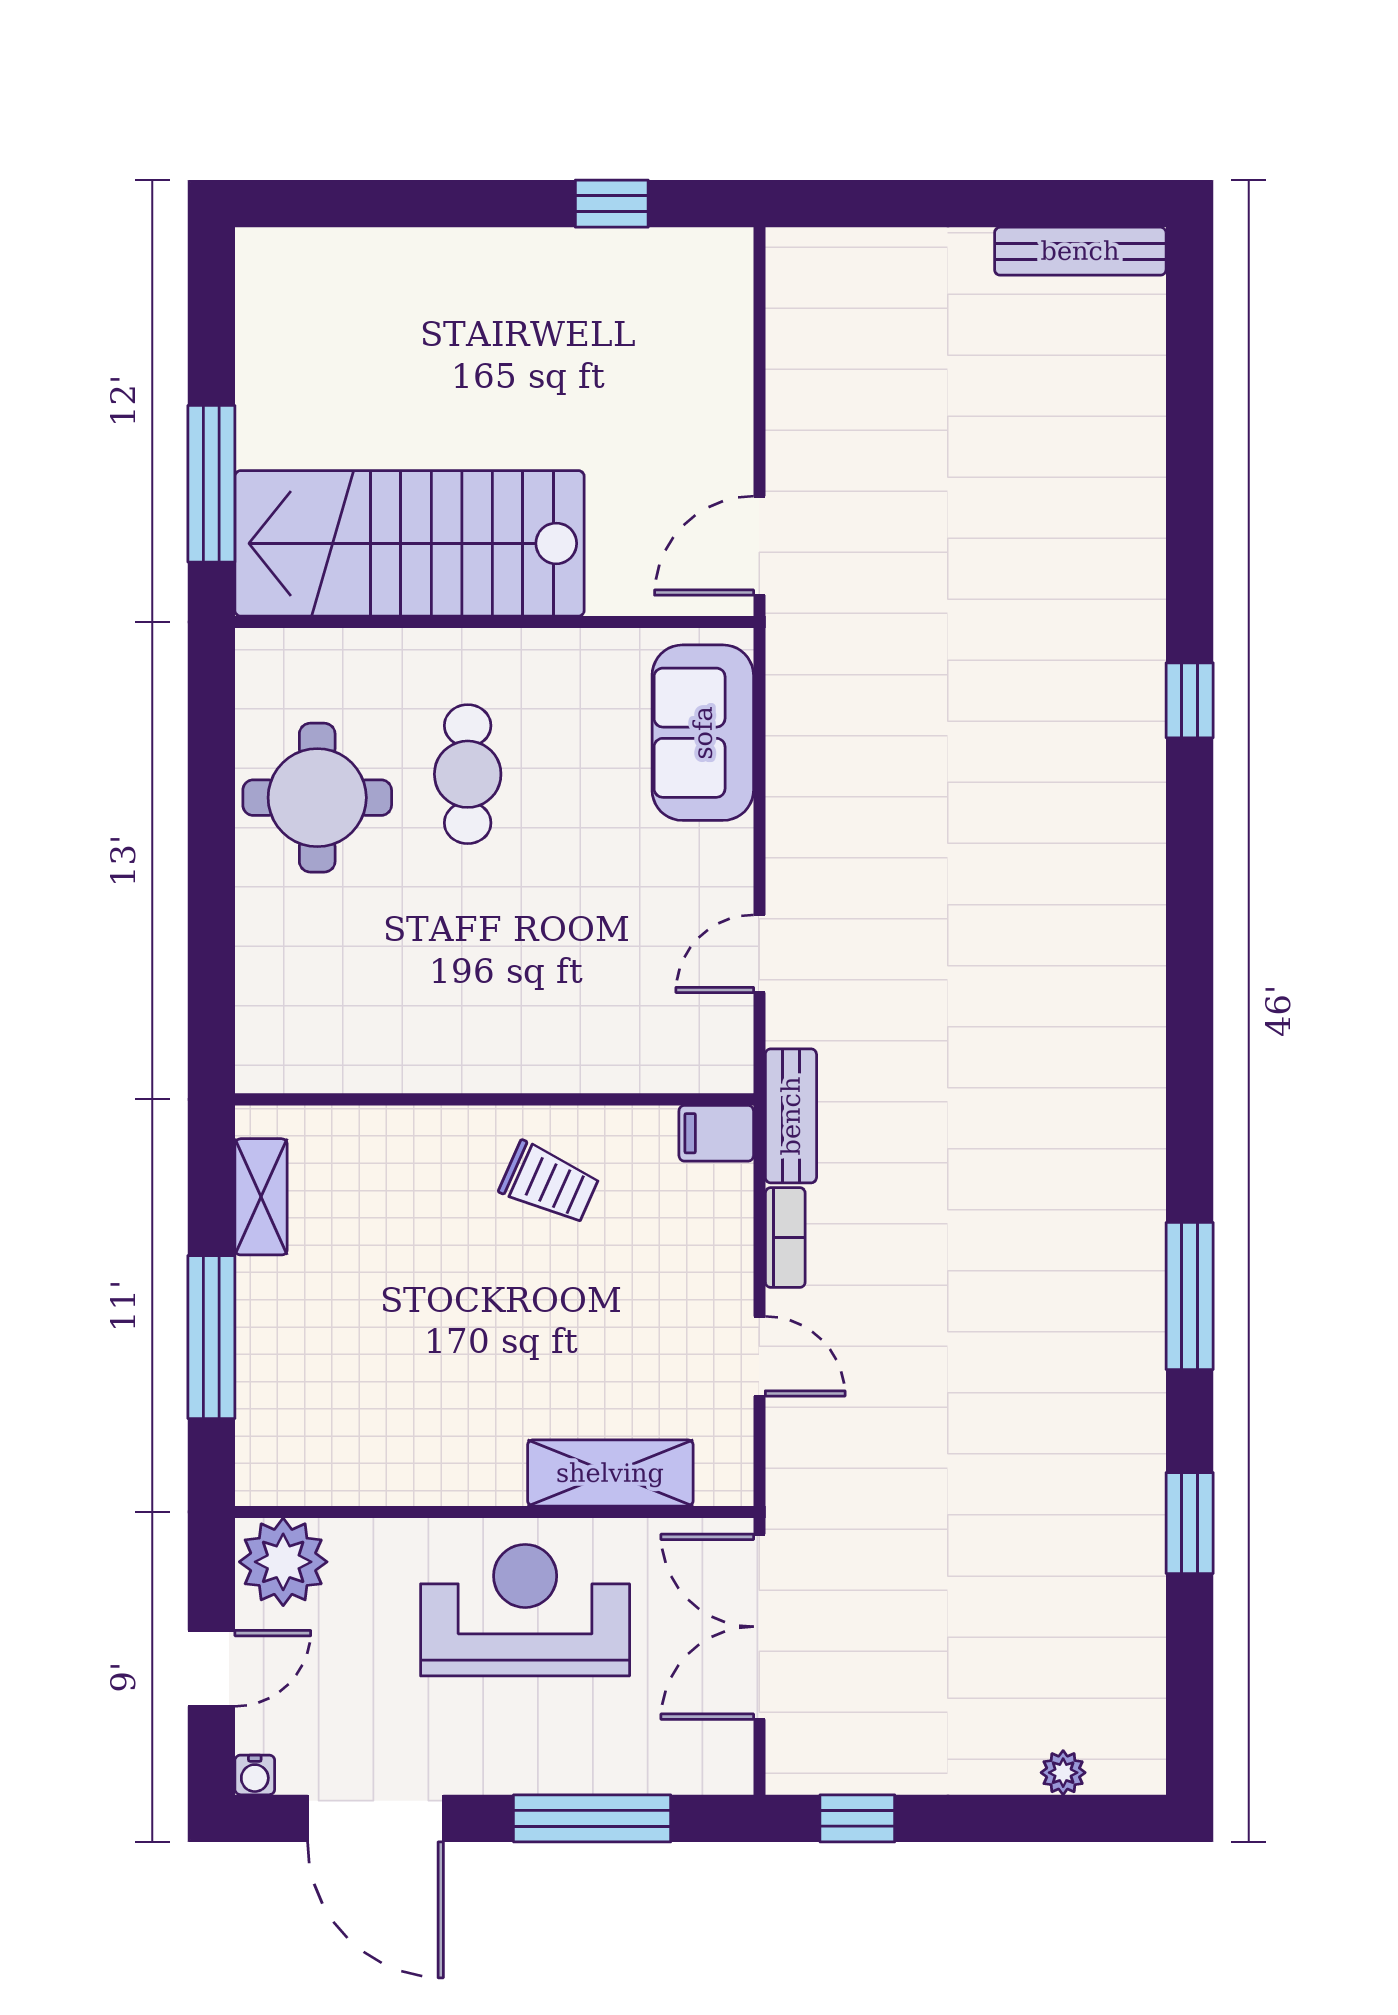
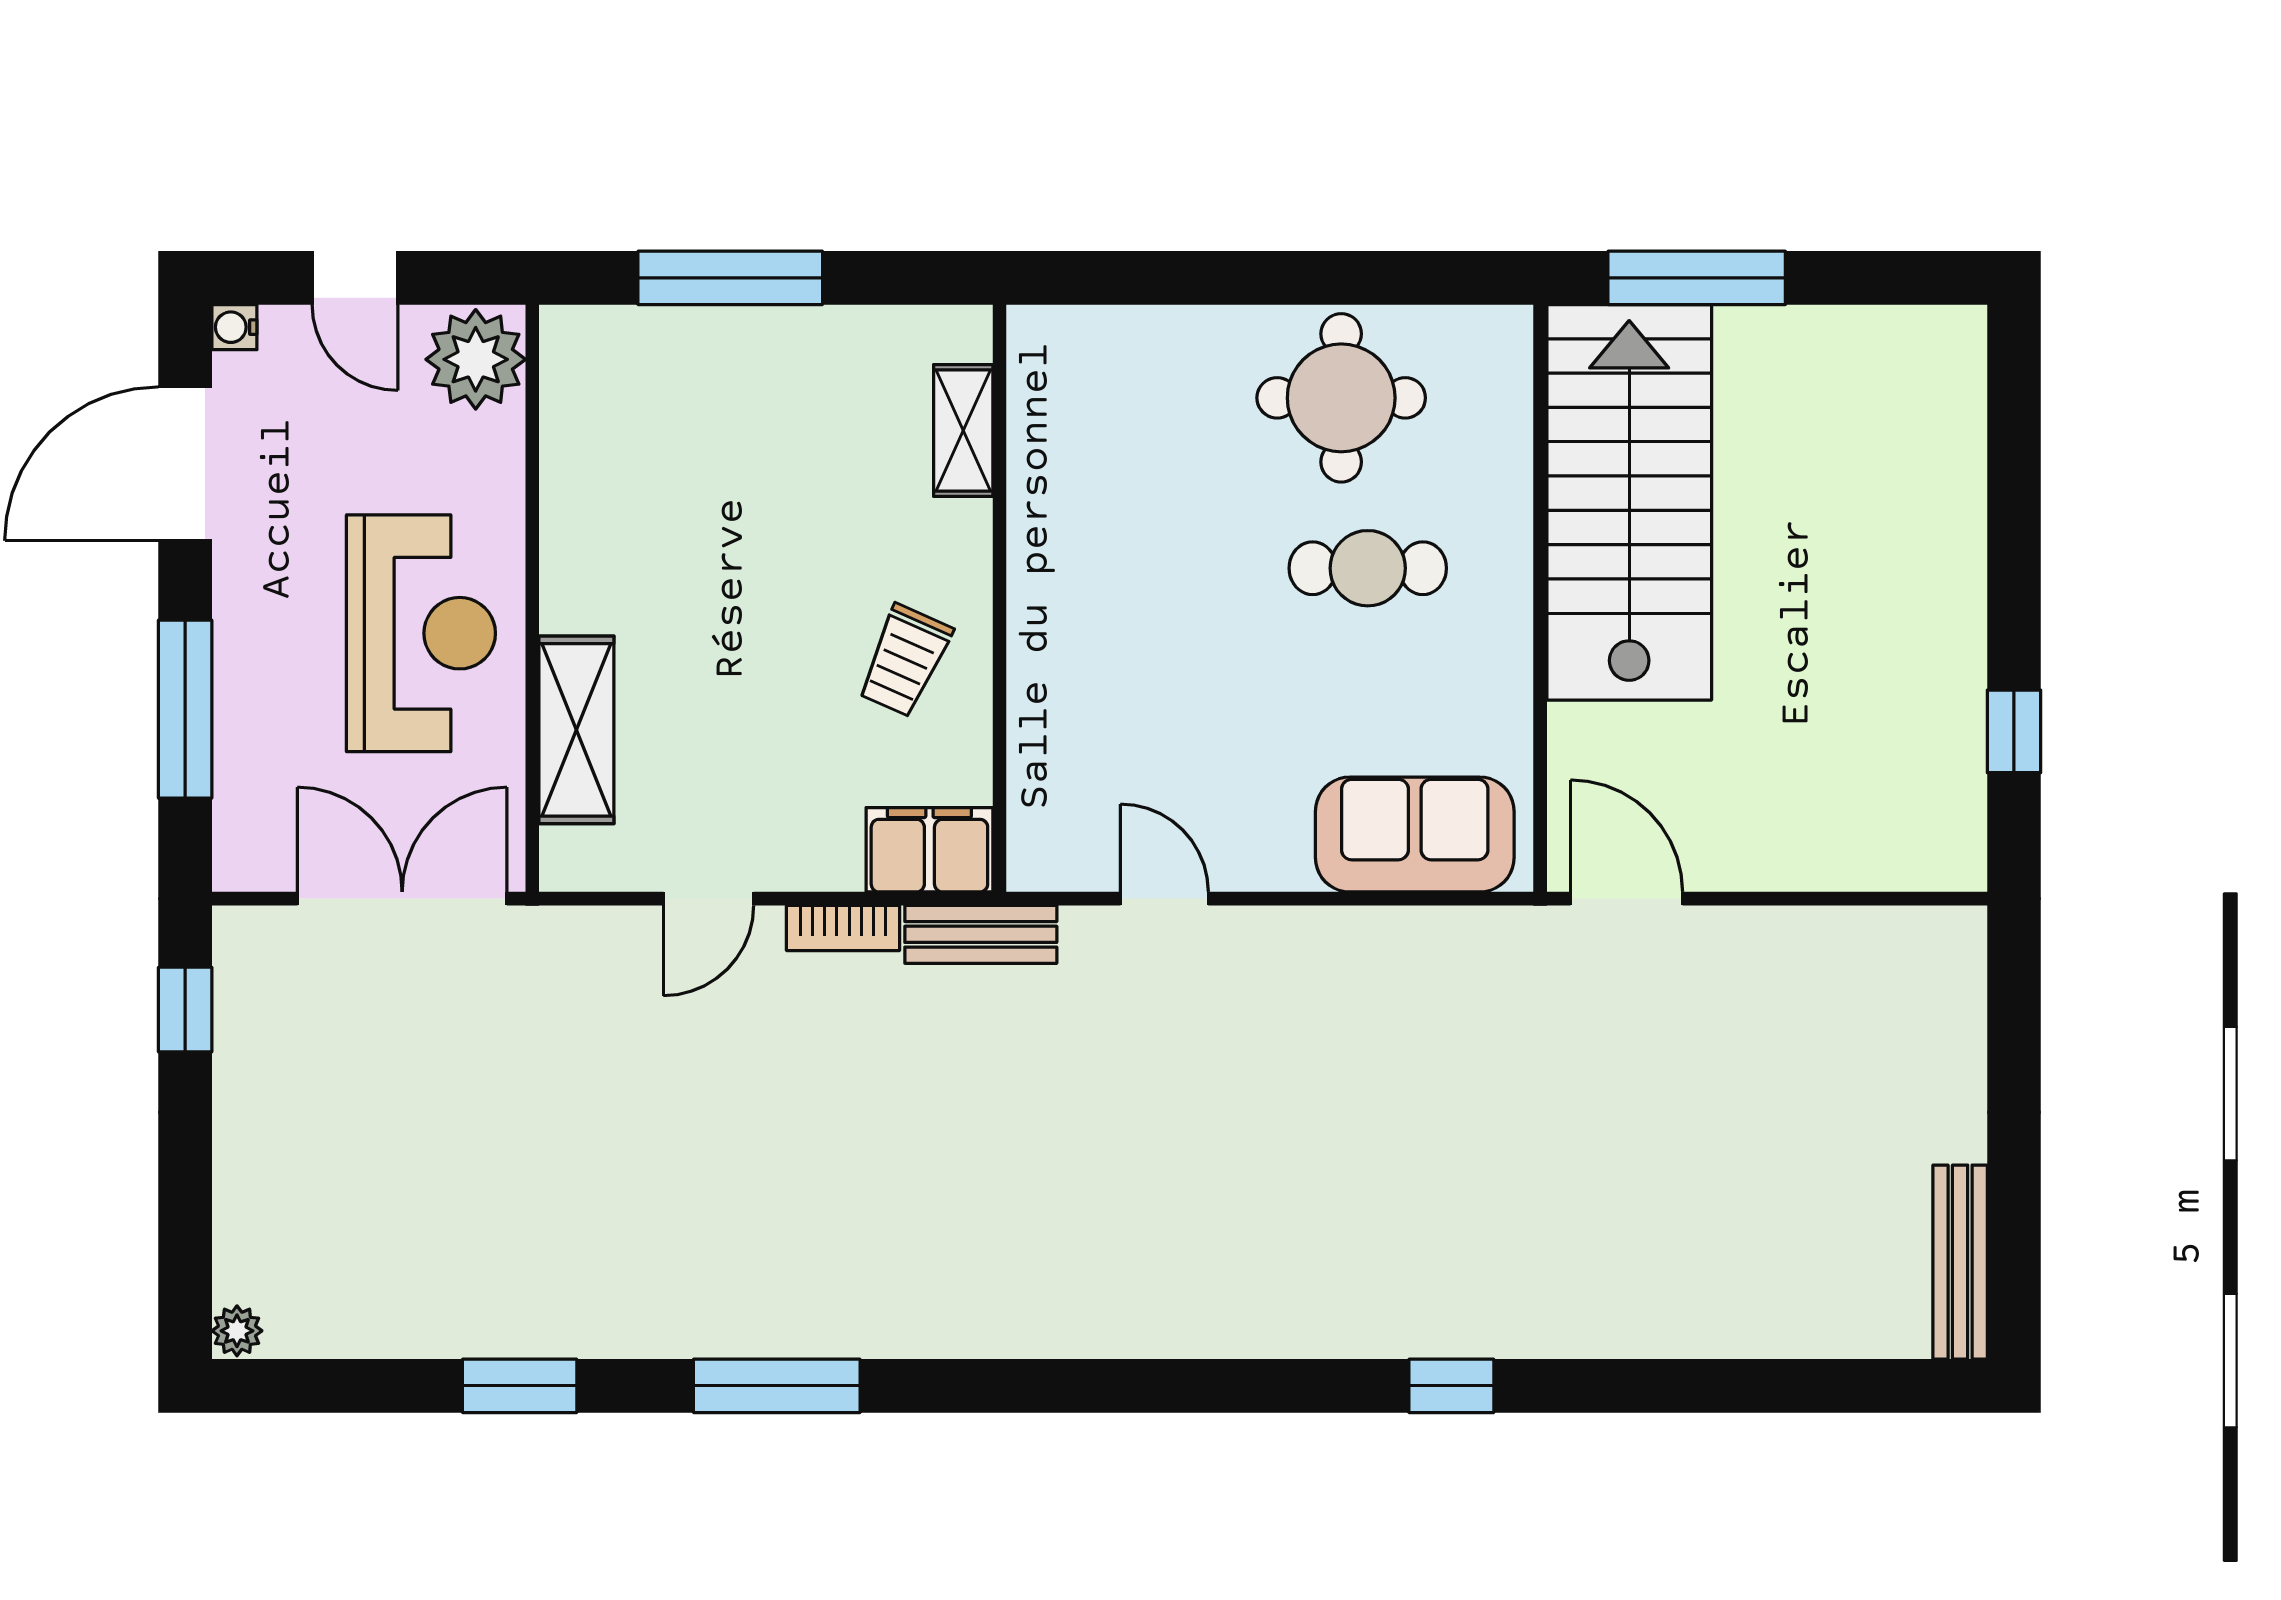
filing cabinet: (716, 1133) -> (929, 850), width x2.00
shelving: (261, 1197) -> (963, 431), moved, turned 90
plant: (1063, 1773) -> (237, 1331), moved

